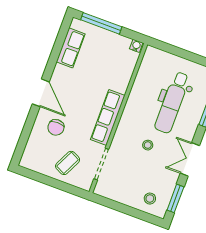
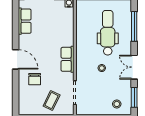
dental chair: (172, 102) -> (108, 33), turned 180
row of seats: (108, 118) -> (67, 59), width x0.68

